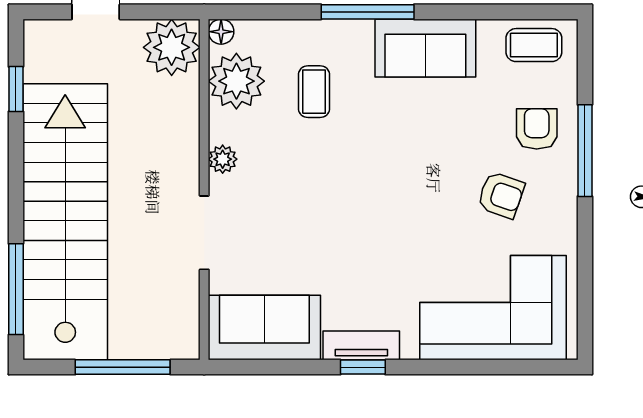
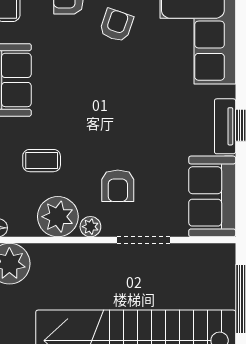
plant: (236, 81) -> (58, 217), moved
armchair: (279, 197) -> (118, 186), added

